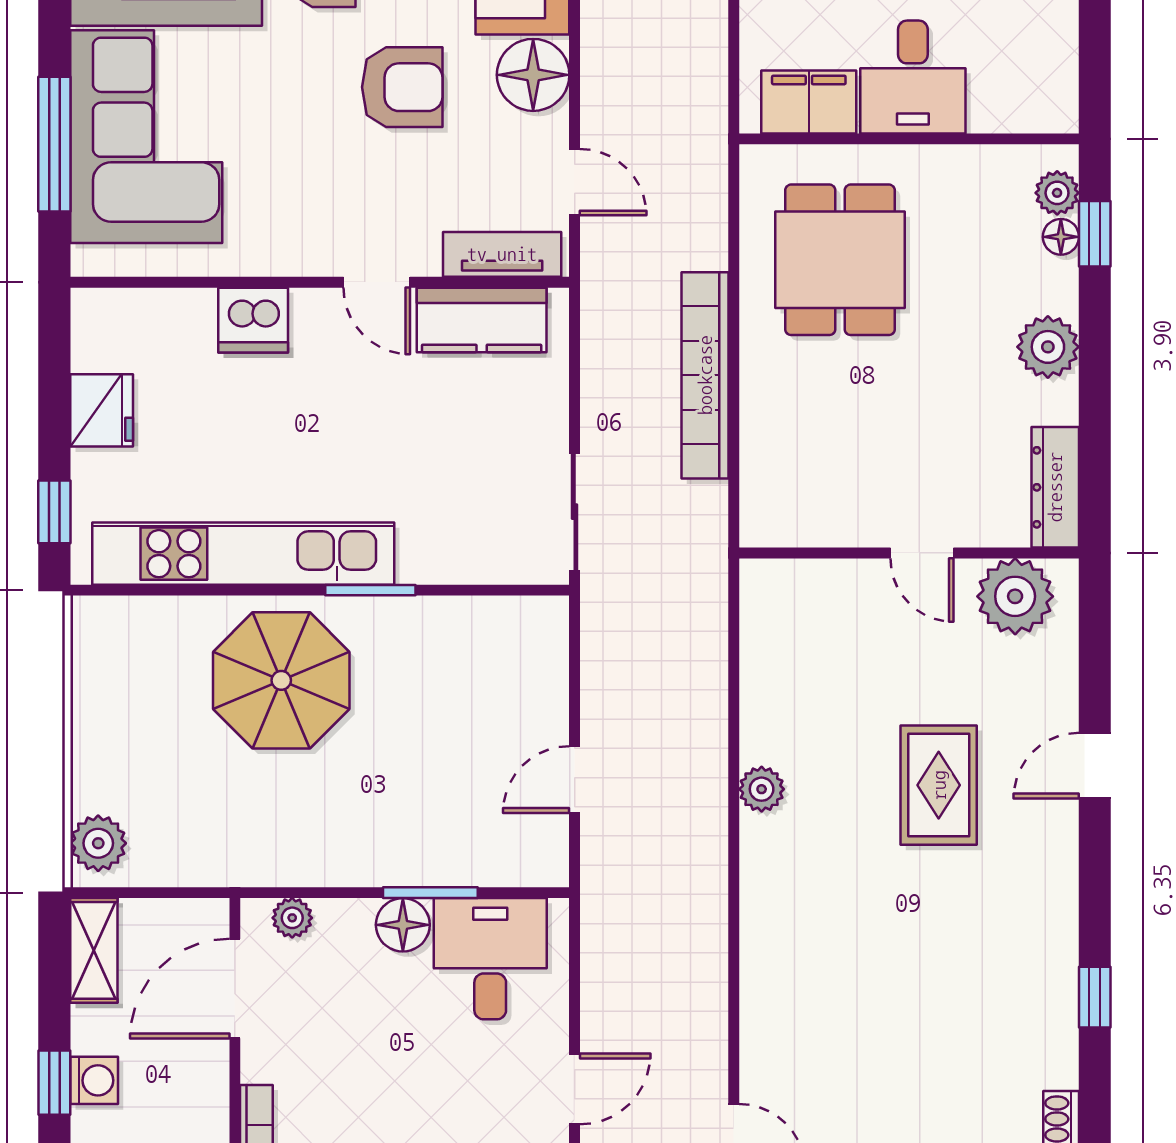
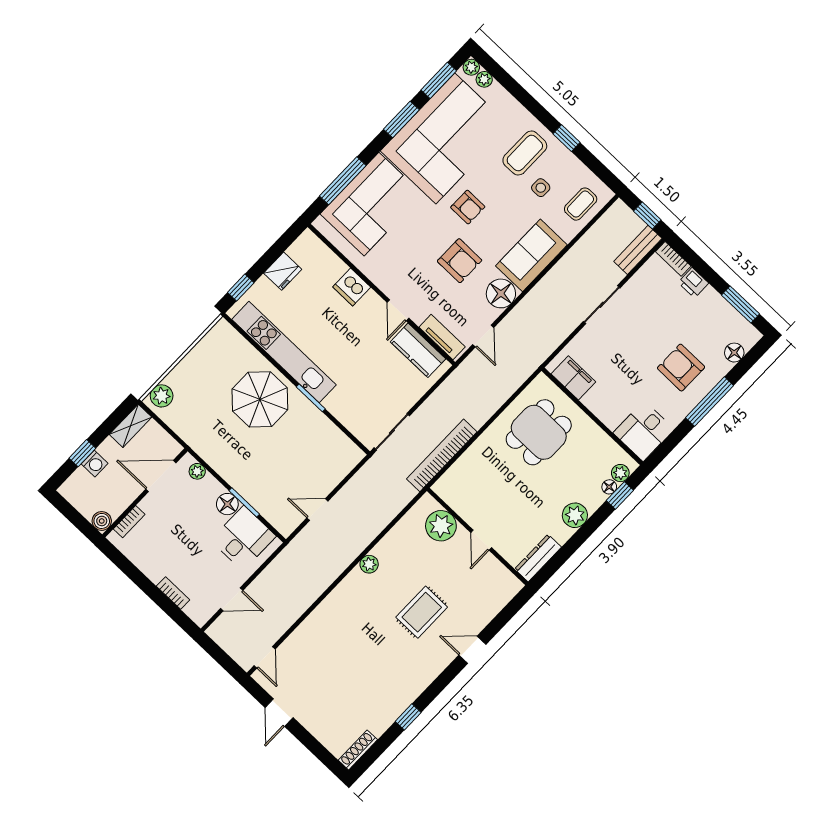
desk: (913, 77) -> (643, 431), moved
bookcase: (705, 375) -> (442, 455), moved
plant: (1015, 596) -> (441, 526), moved

